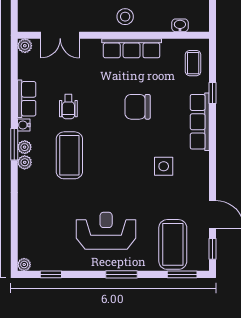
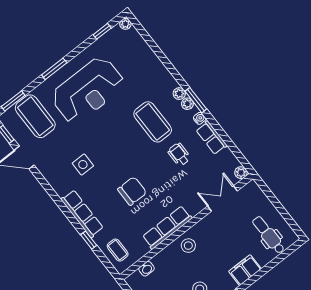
reception desk: (106, 231) -> (88, 90), width x1.36, depth x1.30

